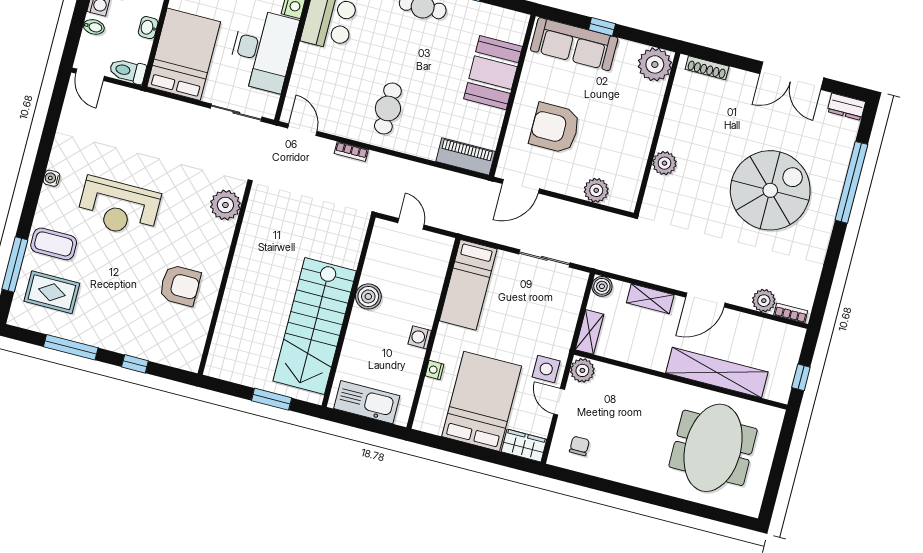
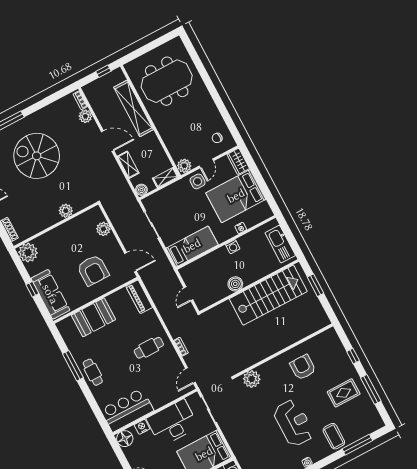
rug: (52, 292) -> (344, 393), moved, turned 90

